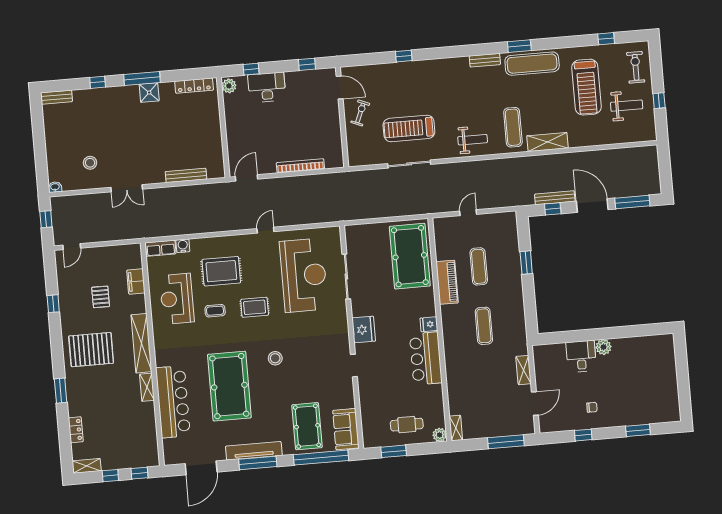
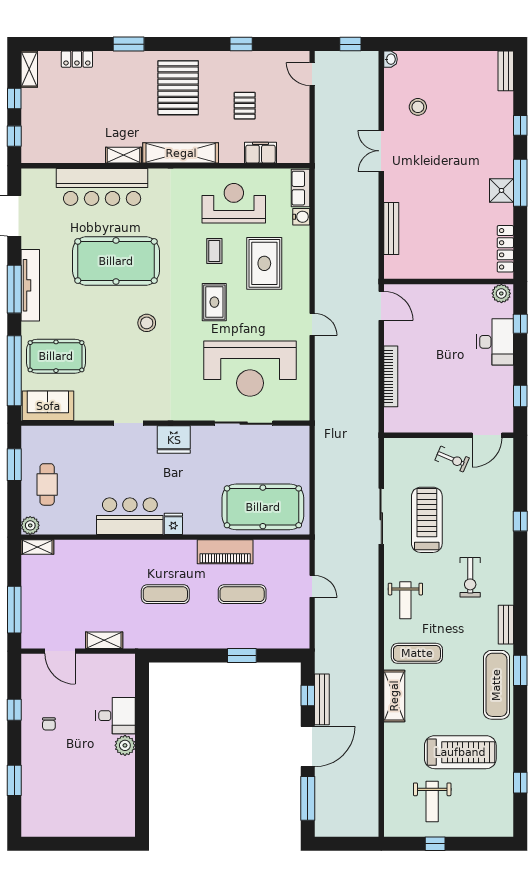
exercise bike: (636, 67) -> (470, 577), moved, turned 90
treadmill: (587, 87) -> (460, 752), turned 180
pallet: (101, 297) -> (245, 106), turned 90

